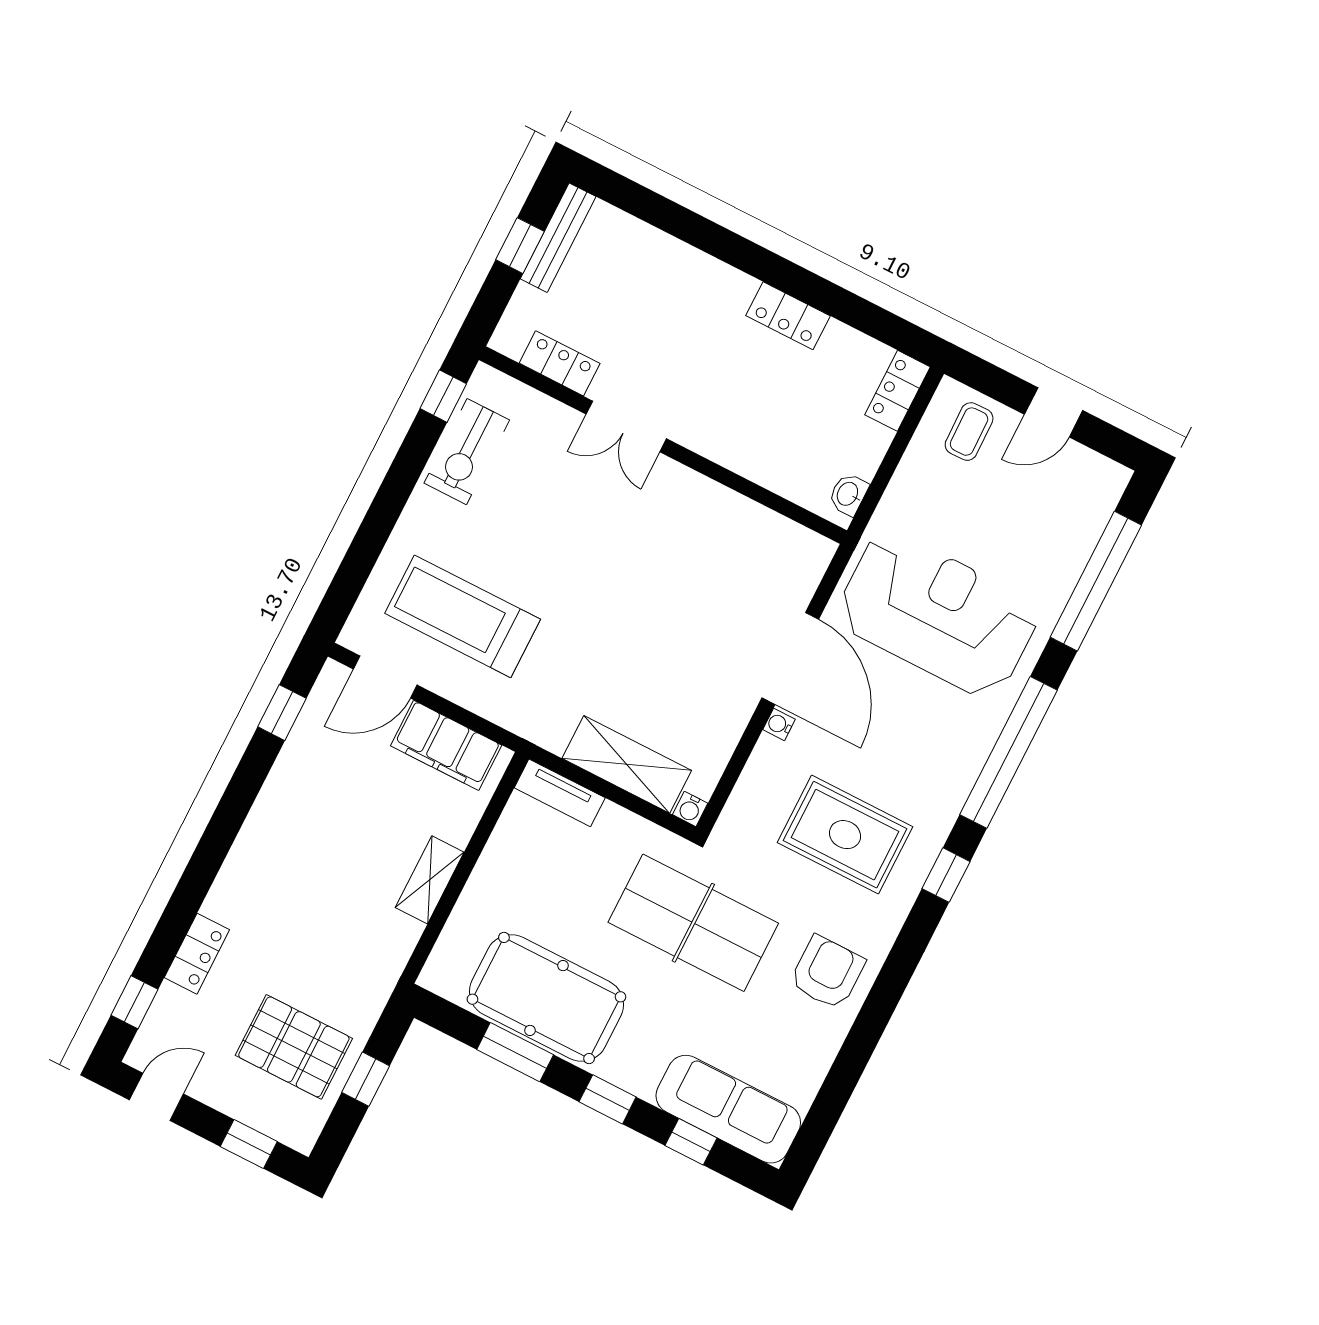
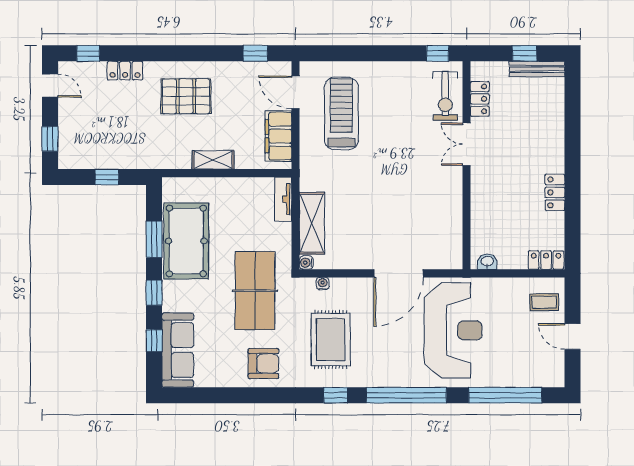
exercise bike: (467, 452) -> (445, 96), moved, turned -90
water cooler: (779, 724) -> (323, 284), moved
pallet: (294, 1047) -> (186, 96), moved, turned 90

